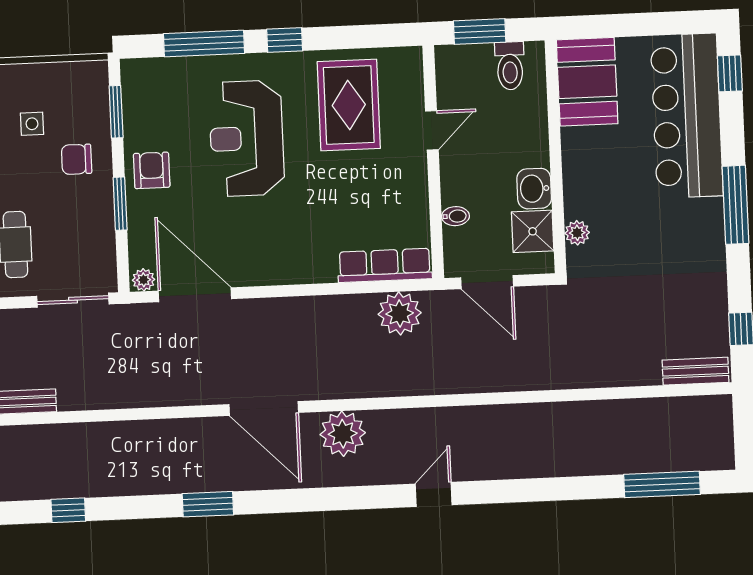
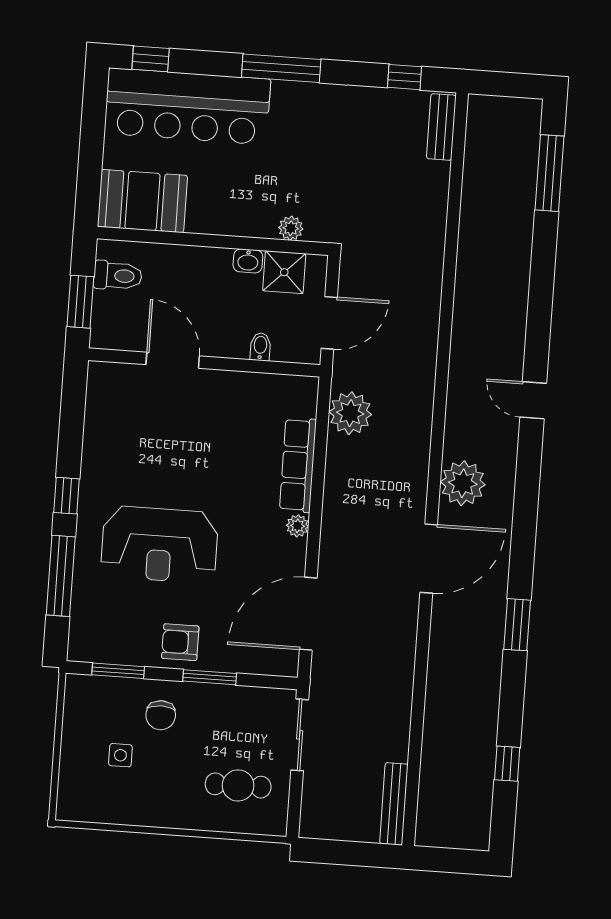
rug: (349, 105) -> (138, 440), removed
door: (432, 130) -> (173, 360), width x1.38
washbasin: (534, 189) -> (248, 261), width x0.72, depth x0.69
row of seats: (385, 265) -> (298, 465), moved
plant: (144, 280) -> (297, 526), moved

